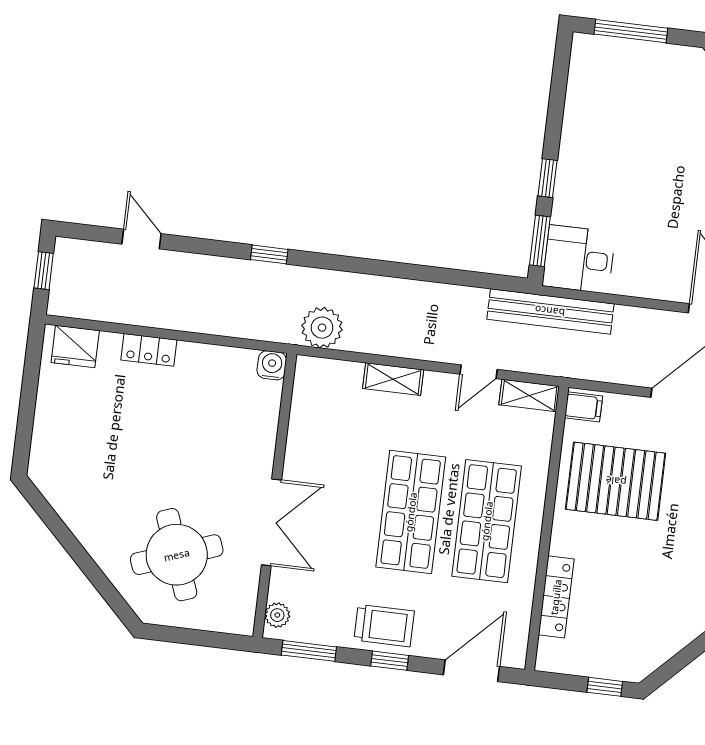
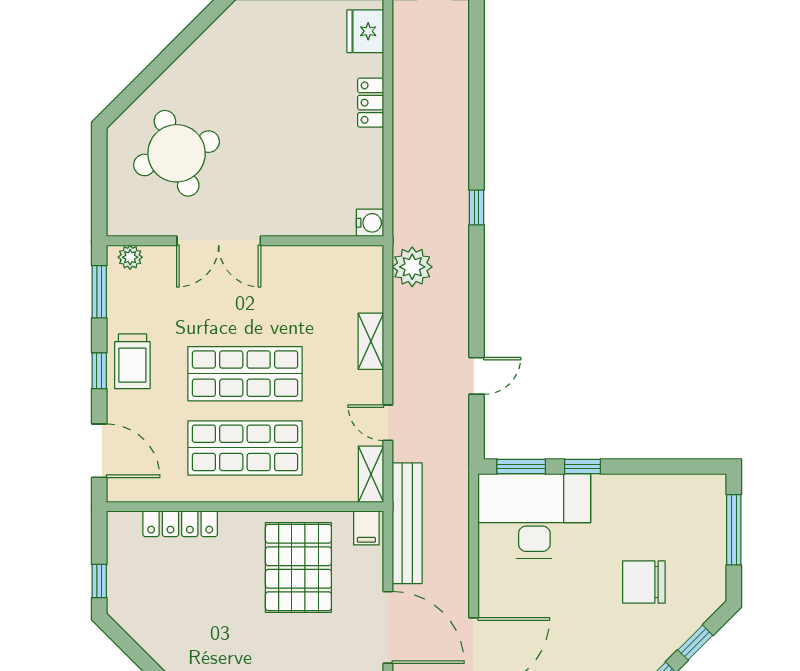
chair: (673, 130) -> (644, 582), added
door: (141, 239) -> (477, 376), moved
desk: (579, 259) -> (534, 516), width x1.87, depth x1.30
bench: (550, 311) -> (407, 523), moved

